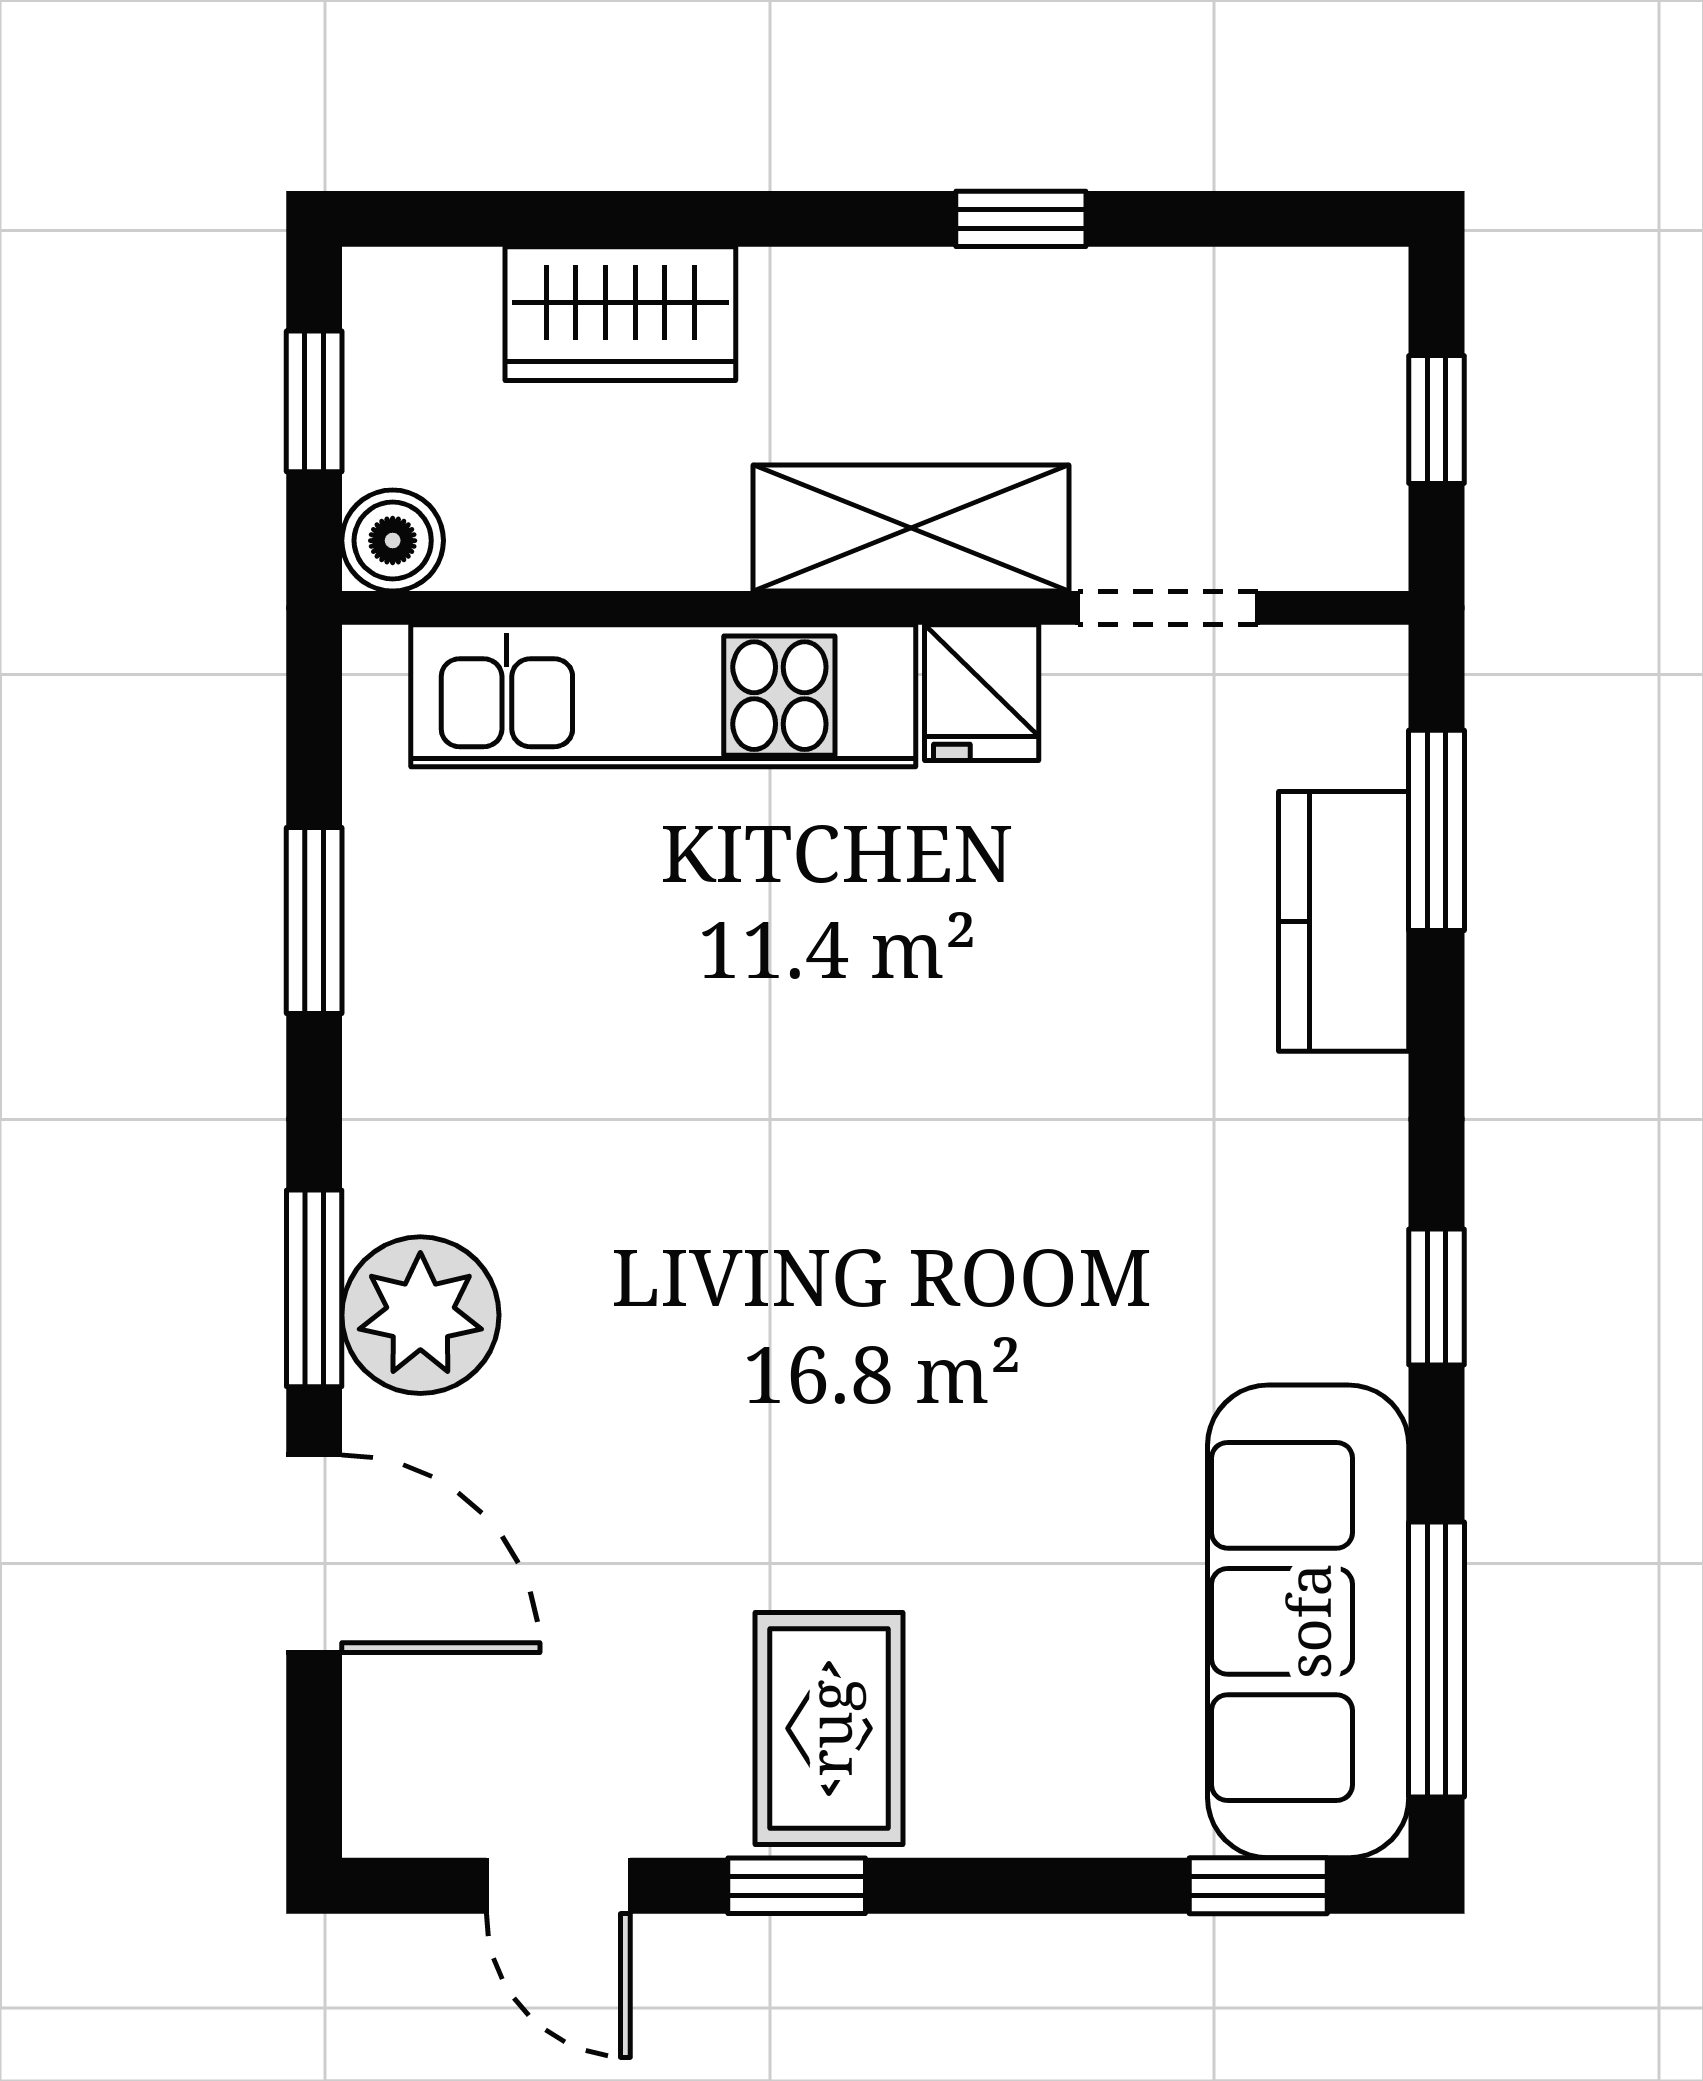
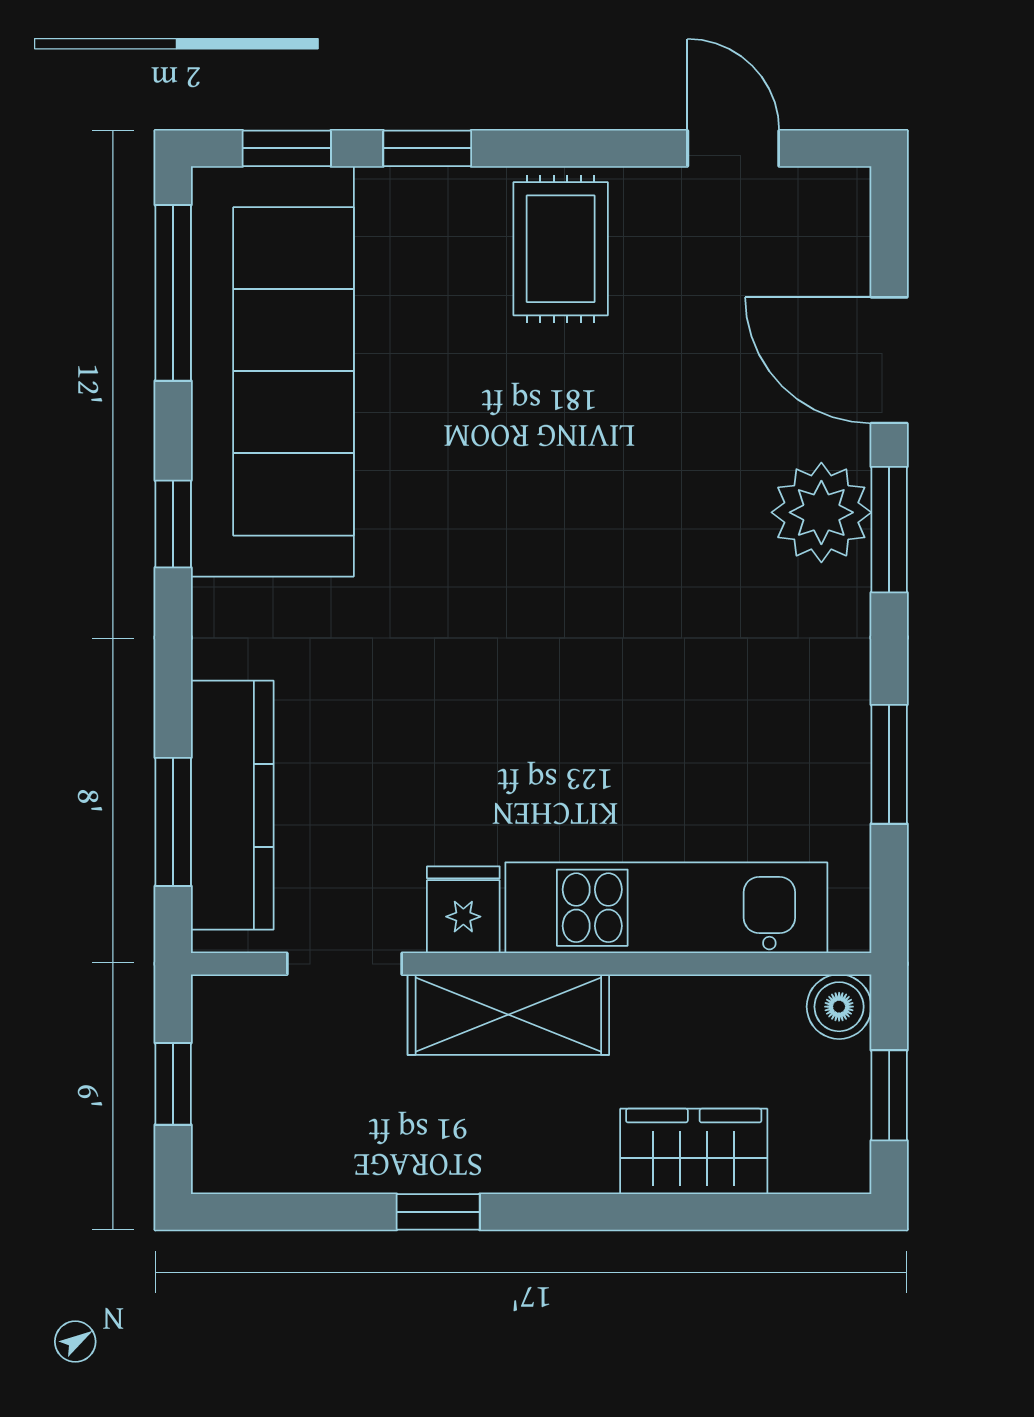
kitchen counter: (1344, 921) -> (232, 805), width x1.50
sofa: (1308, 1621) -> (272, 371), width x1.36, depth x1.27
window: (797, 1886) -> (427, 148), moved

